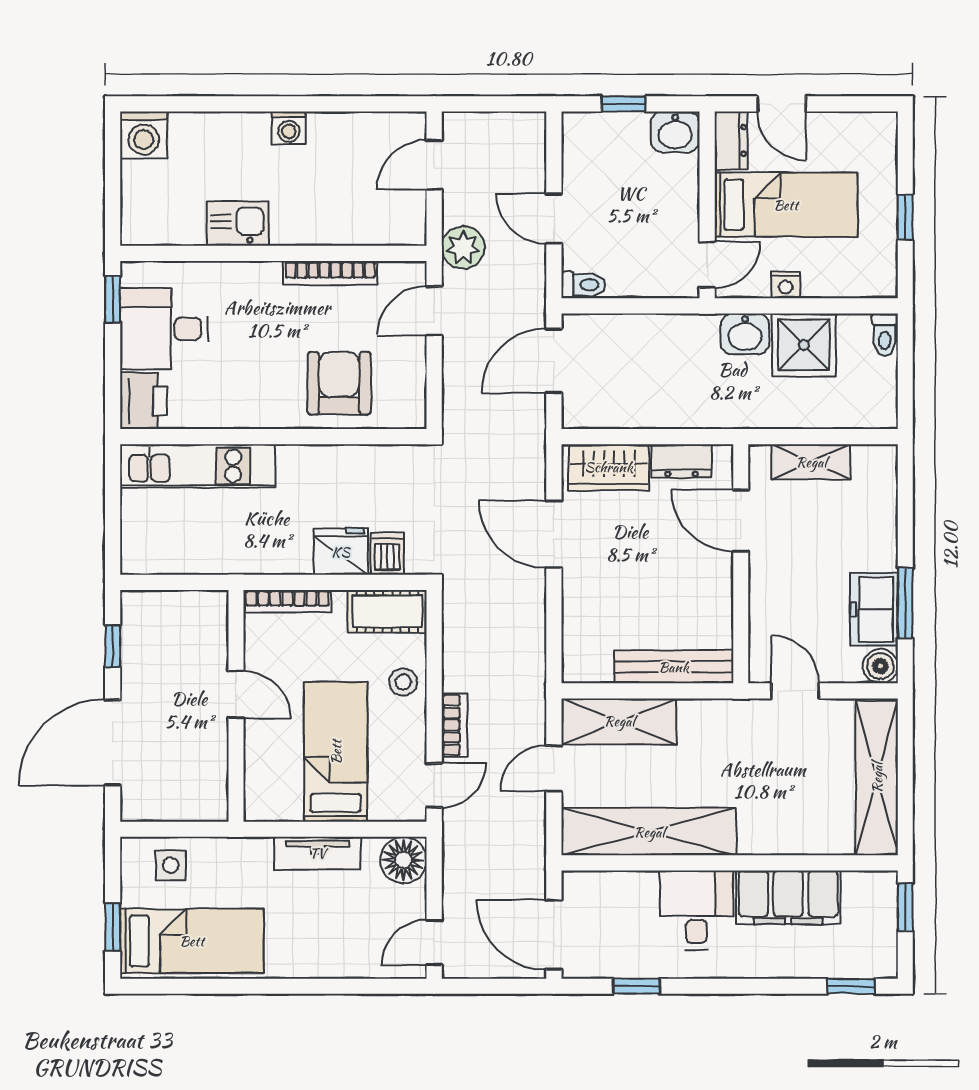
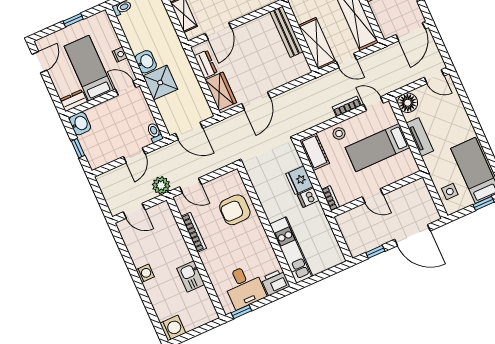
door: (781, 104) -> (39, 62), moved
shower: (804, 345) -> (160, 83), moved
dishwasher: (387, 554) -> (308, 198), moved
bookcase: (287, 601) -> (331, 198), width x0.64
door: (236, 695) -> (373, 196), swing flipped

